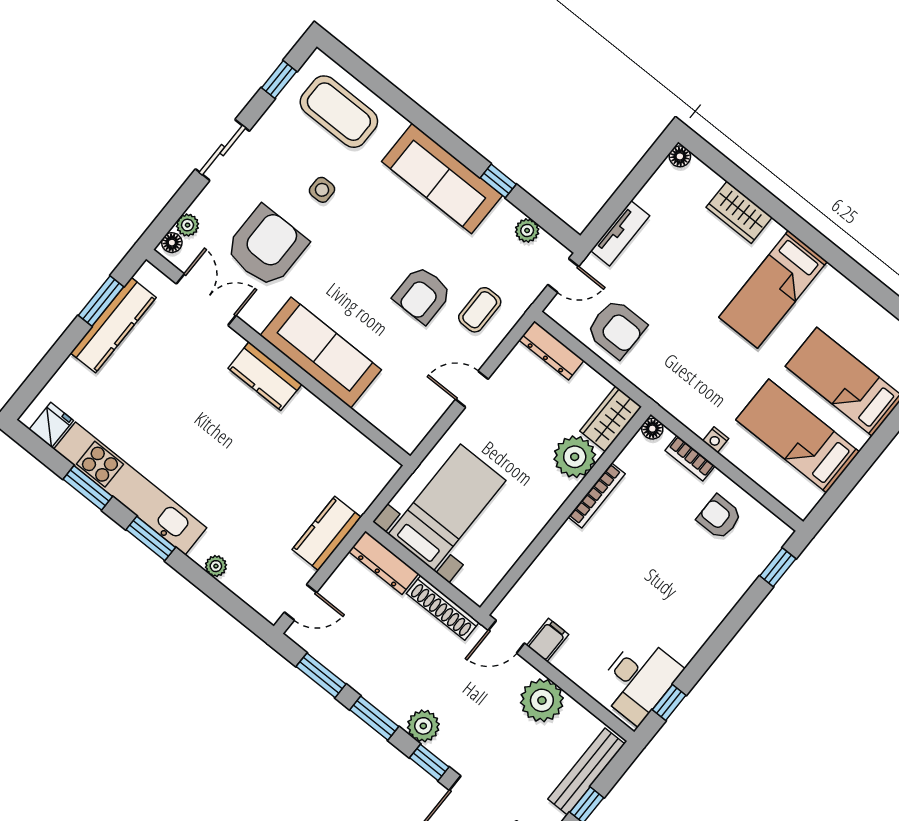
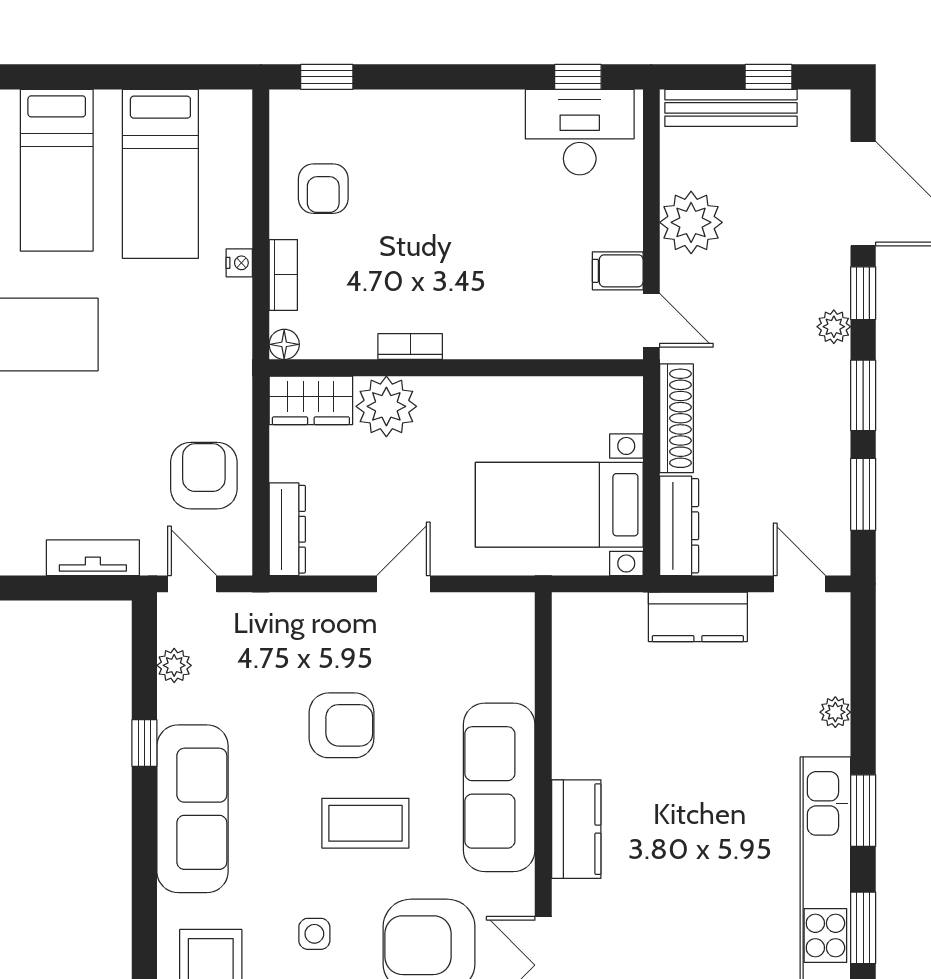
coffee table: (480, 310) -> (365, 823), moved, width x1.36, depth x1.30
door: (472, 389) -> (403, 584), swing flipped
bookcase: (597, 495) -> (410, 347), width x0.64
plant: (423, 726) -> (834, 327), width x0.73, depth x0.73

